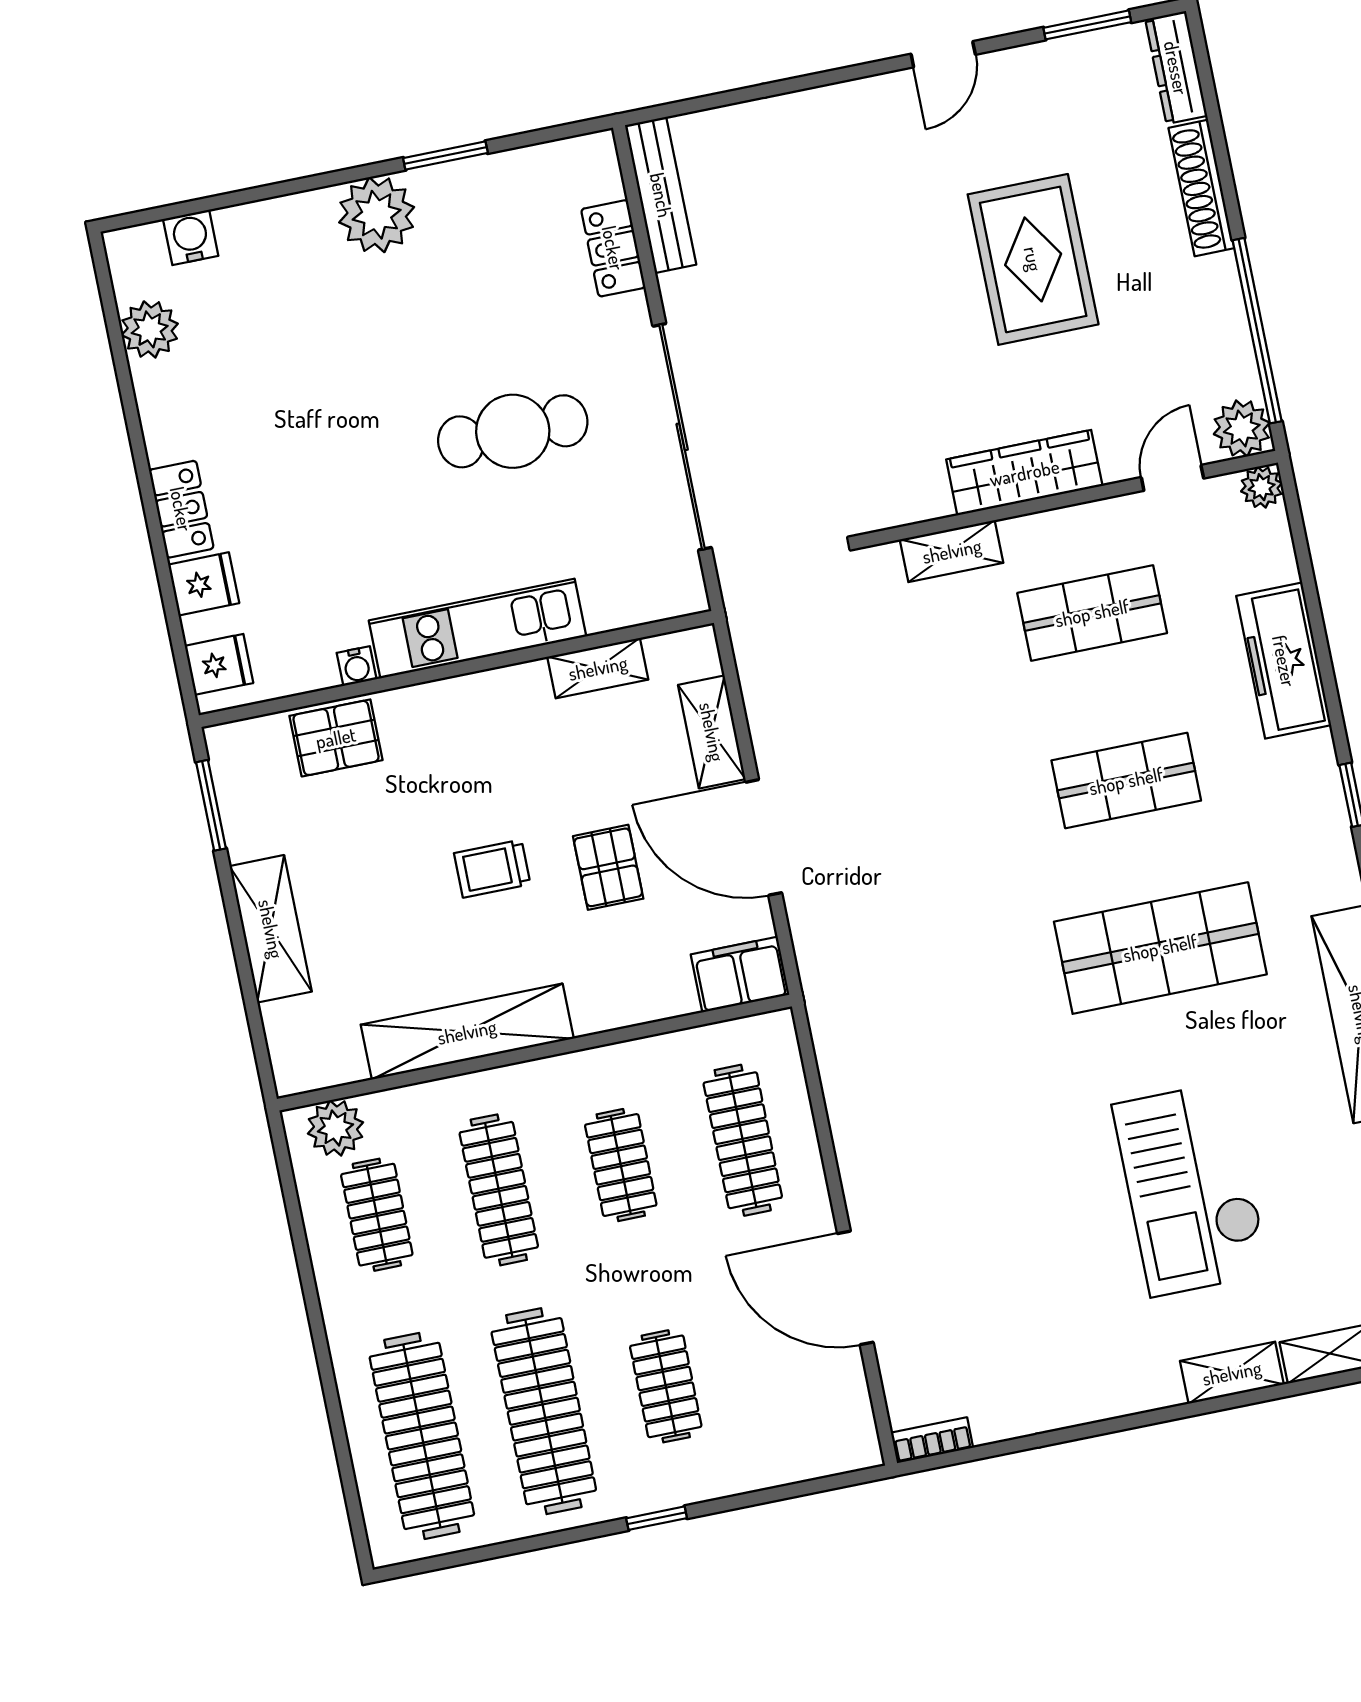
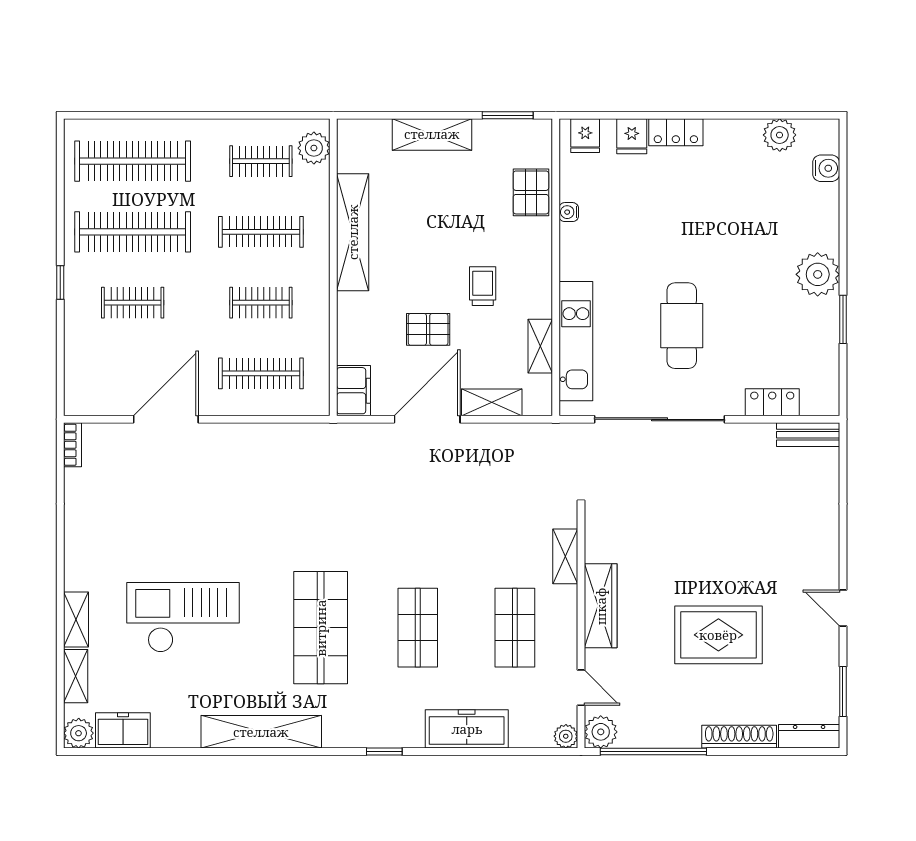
bench: (661, 195) -> (808, 435), width x0.73
kitchen unit: (477, 628) -> (576, 341), moved
trolley: (492, 869) -> (483, 286), moved

